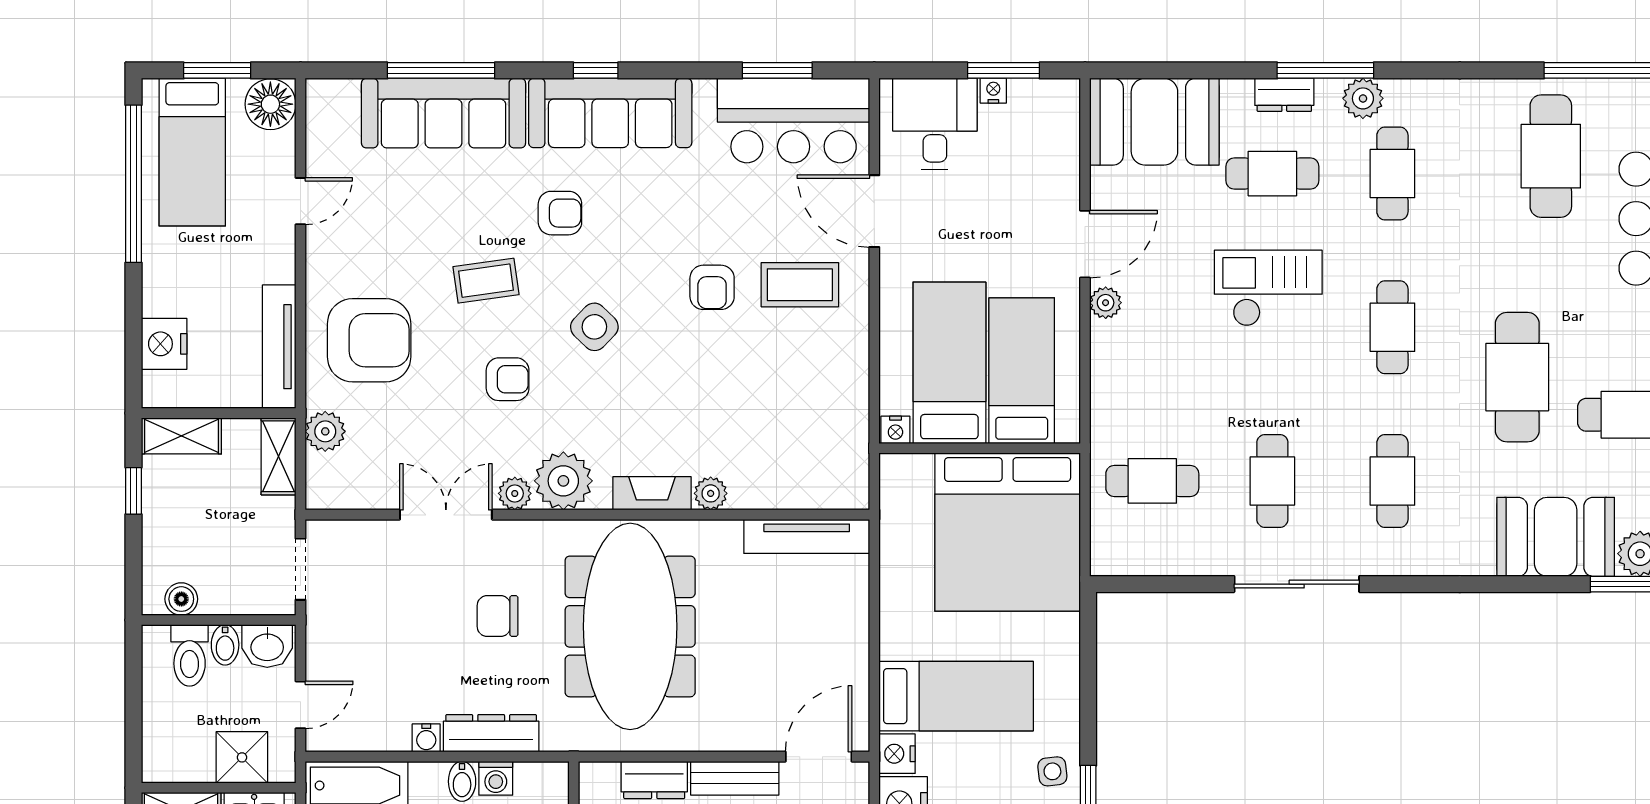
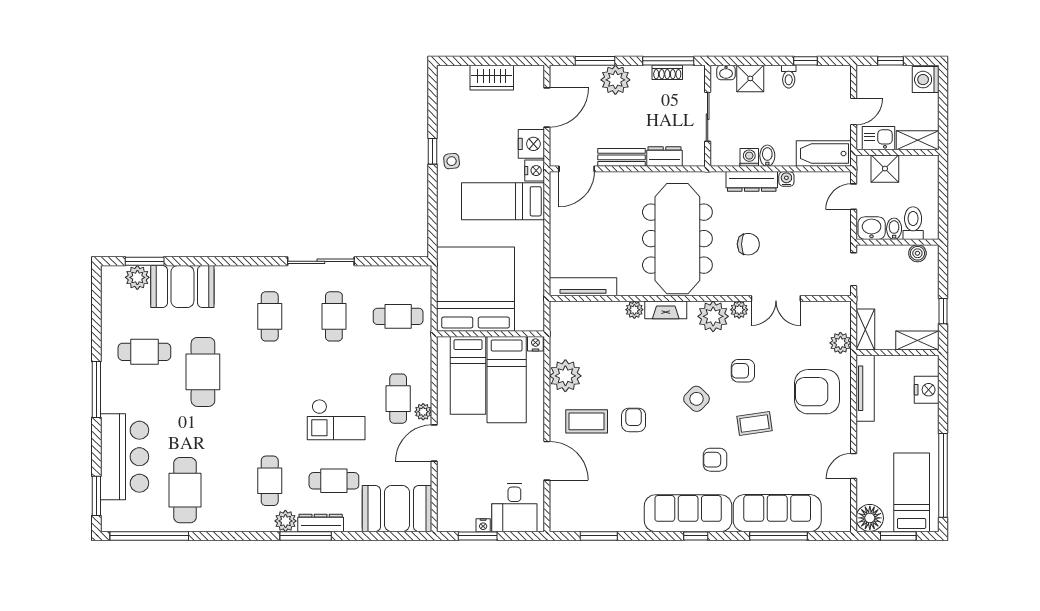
dresser: (1284, 95) -> (321, 523), width x1.44
bar counter: (794, 120) -> (590, 509), removed
cafe table: (1392, 327) -> (398, 399), moved
plant: (840, 370) -> (565, 376), added

